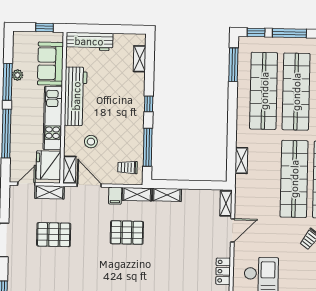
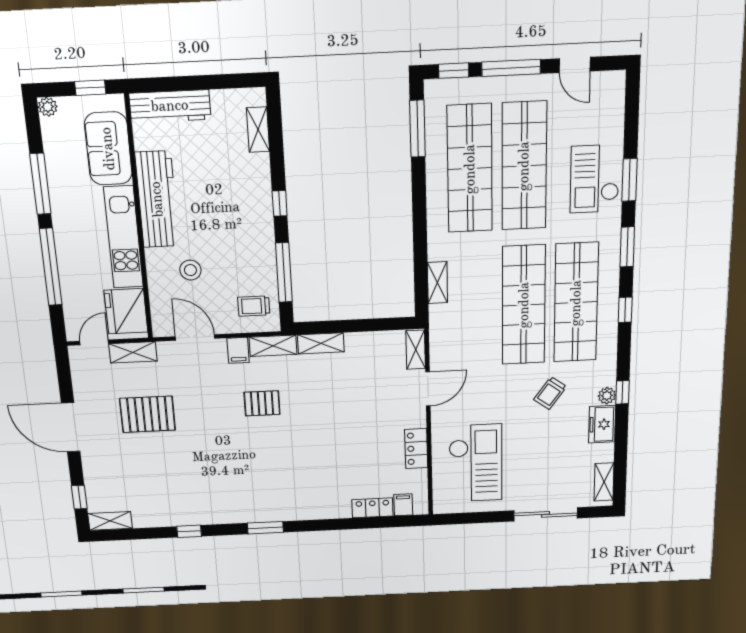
plant: (17, 75) -> (48, 107), moved
shelving: (70, 170) -> (161, 316), removed
pallet: (127, 233) -> (262, 403), width x0.67, depth x0.71

